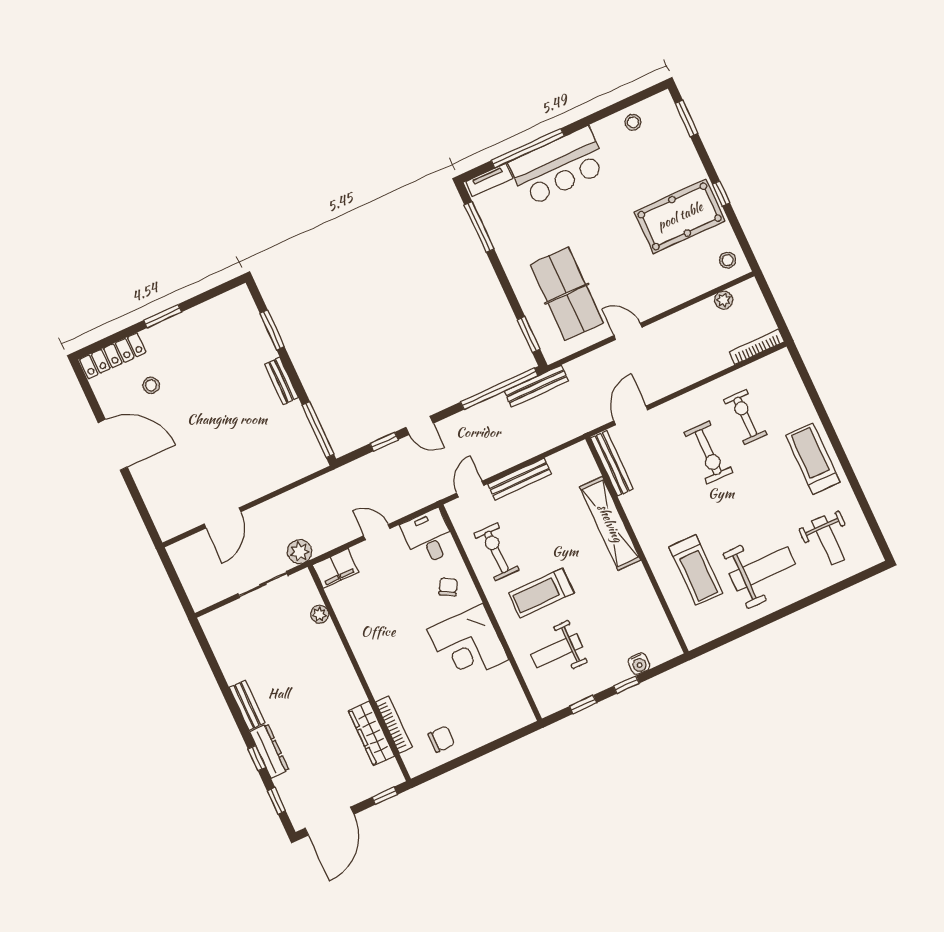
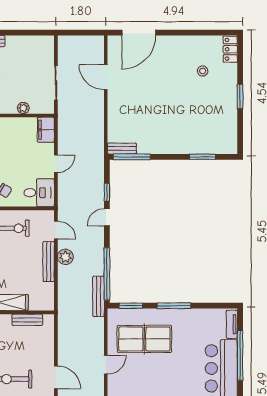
window: (479, 227) -> (174, 306), moved
locker: (113, 356) -> (230, 49), width x0.66
bench: (281, 381) -> (122, 149), moved
door: (631, 415) -> (56, 377), moved
door: (113, 445) -> (139, 33), moved
bench: (612, 463) -> (27, 320), width x0.73
plant: (300, 552) -> (65, 257), moved

